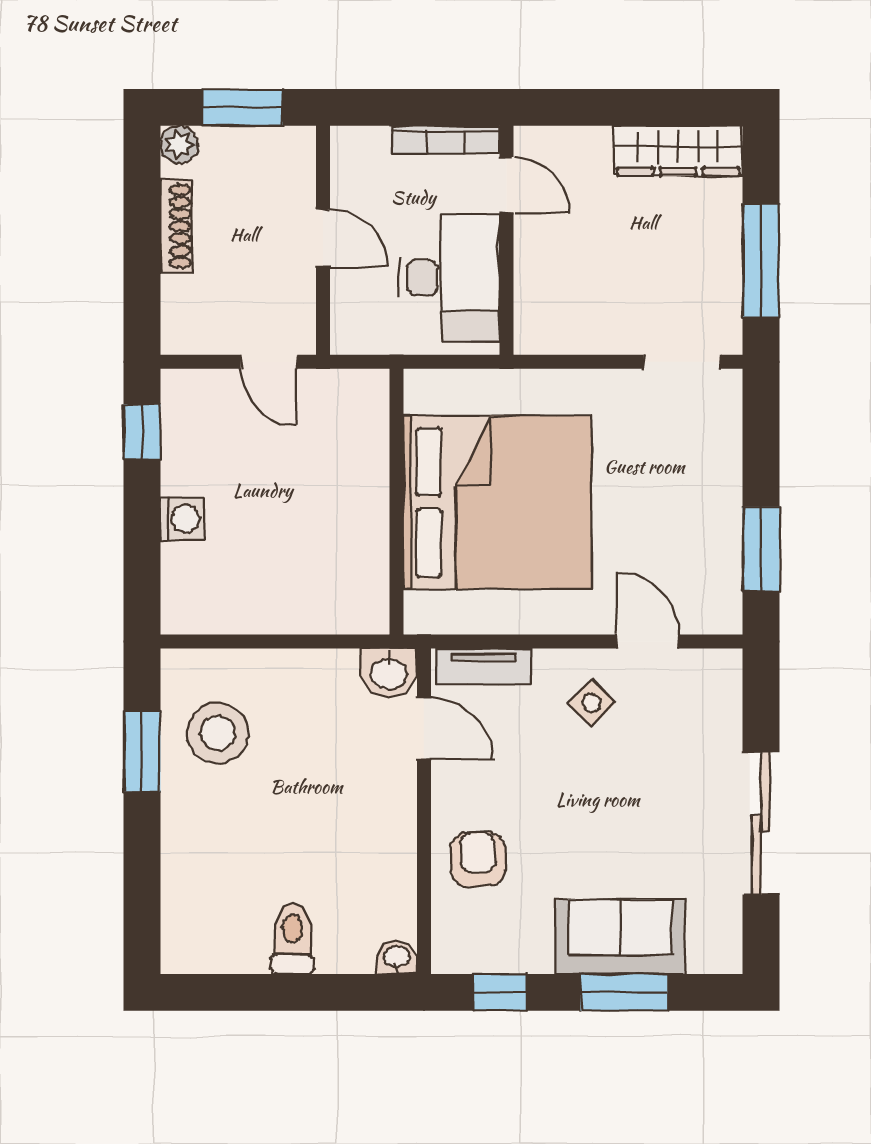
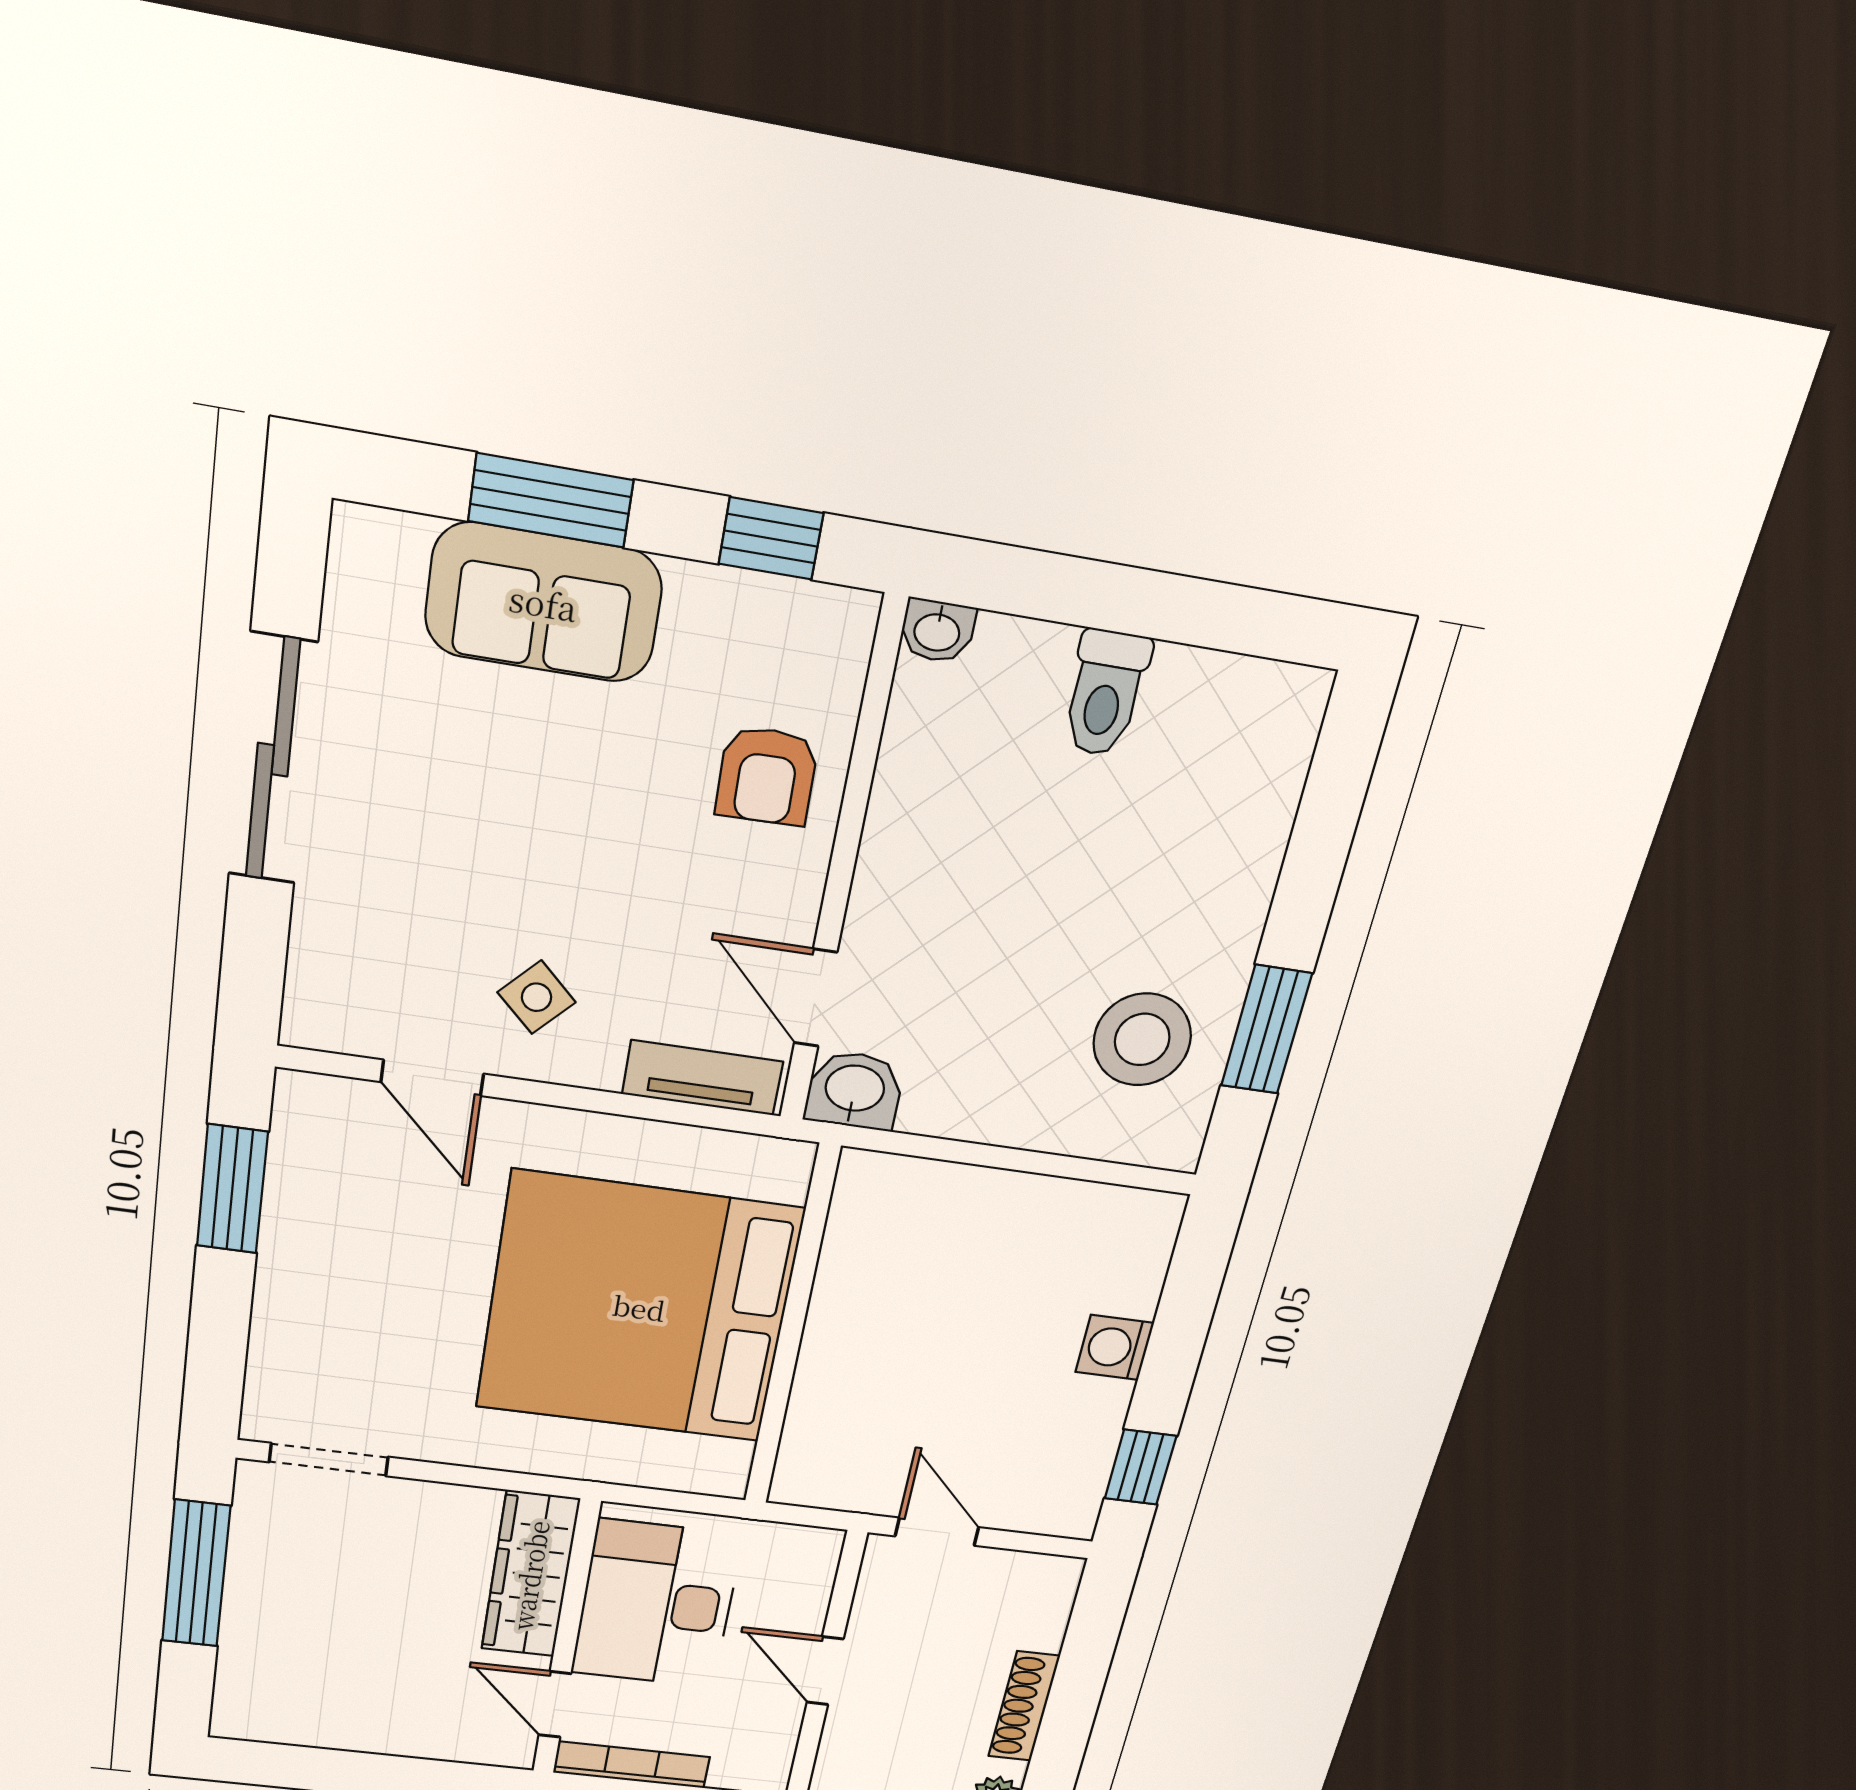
wardrobe: (678, 151) -> (530, 1575), moved, turned -90

